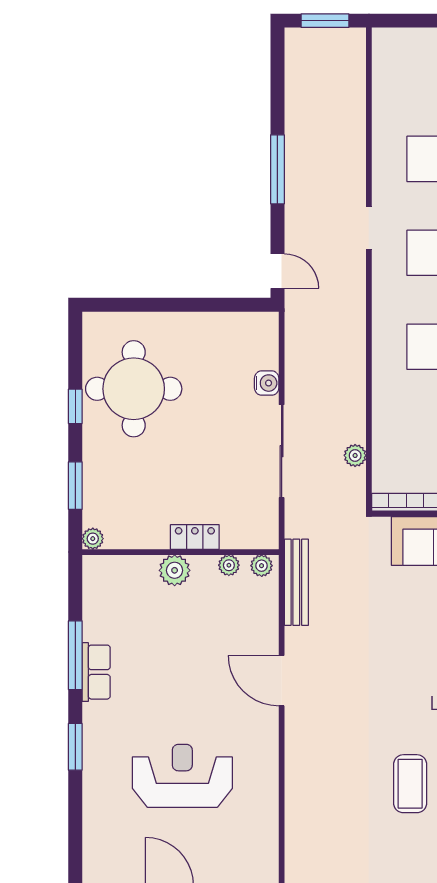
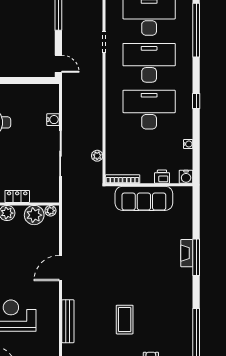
plant: (229, 565) -> (34, 215), width x1.88, depth x1.88
bench: (296, 582) -> (68, 321), moved
door: (282, 681) -> (60, 268), hinge flipped

